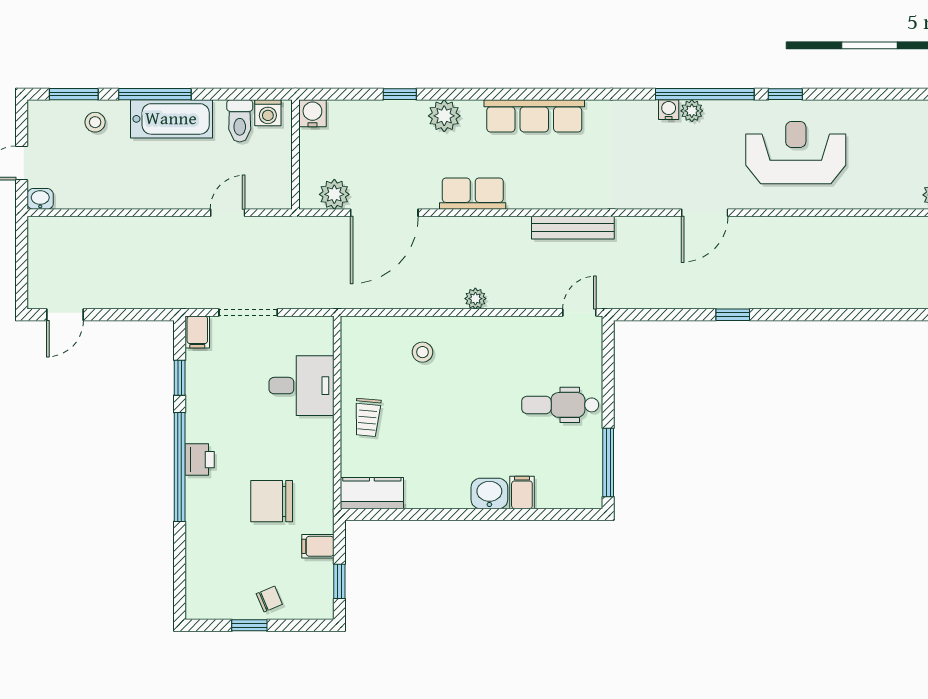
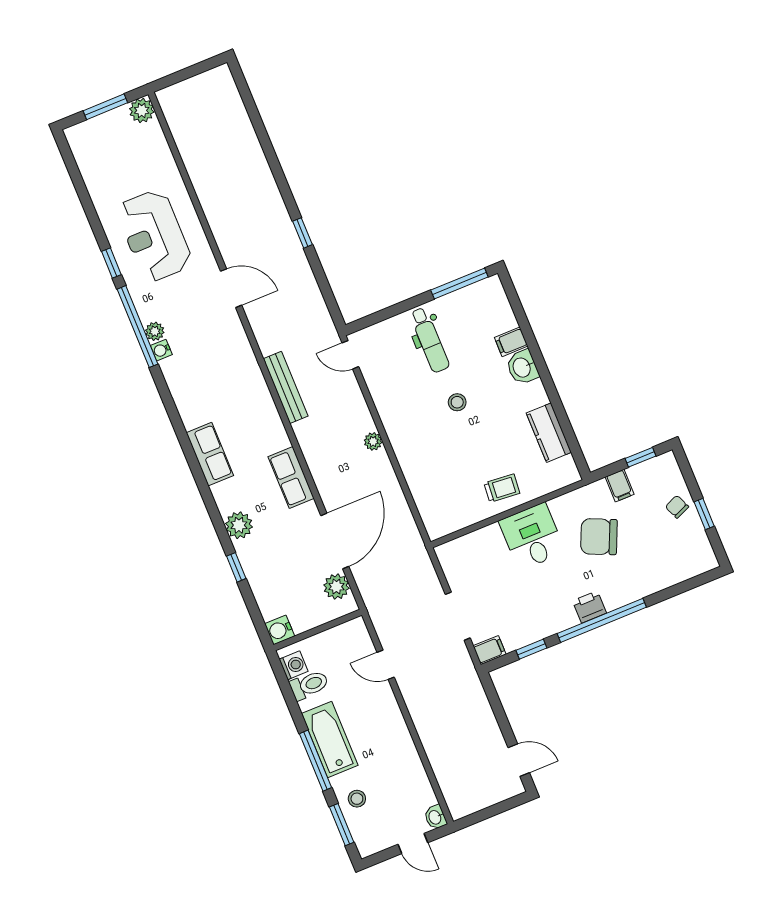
row of seats: (534, 116) -> (210, 454), width x0.68
door: (384, 213) -> (335, 541), hinge flipped
stool: (422, 352) -> (457, 402), moved
desk: (301, 386) -> (532, 537), moved
kitchen counter: (372, 493) -> (549, 433), moved
chair: (272, 501) -> (599, 537), turned 114

